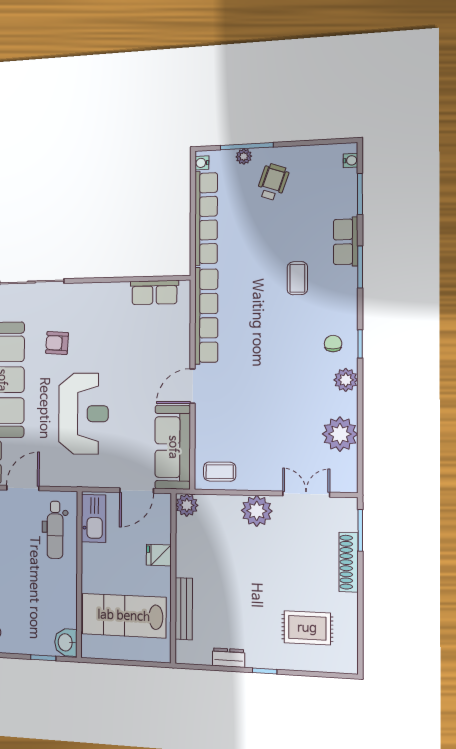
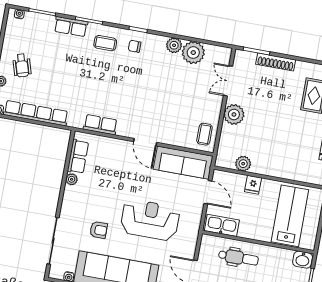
wheelchair: (273, 182) -> (22, 65), turned -126
coffee table: (297, 278) -> (105, 43), moved
plant: (121, 290) -> (72, 179), added
row of seats: (206, 316) -> (100, 125), width x0.50
armchair: (57, 343) -> (99, 230), turned -94
plant: (346, 380) -> (174, 45), moved
plant: (187, 505) -> (243, 164), moved
dental chair: (55, 530) -> (238, 258), moved
bench: (184, 609) -> (291, 174), removed
lab bench: (124, 616) -> (290, 216), turned 180

